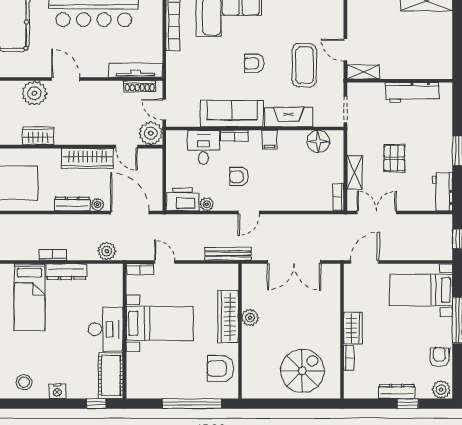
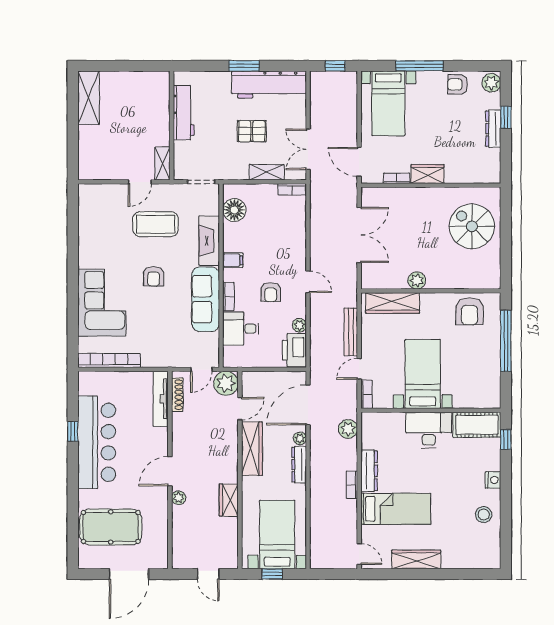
plant: (34, 93) -> (179, 498), width x0.53, depth x0.53
workbench: (443, 192) -> (269, 85), width x1.88, depth x1.32
bench: (228, 254) -> (351, 332), moved
wardrobe: (228, 317) -> (393, 303), moved
bookcase: (349, 358) -> (397, 178), moved

